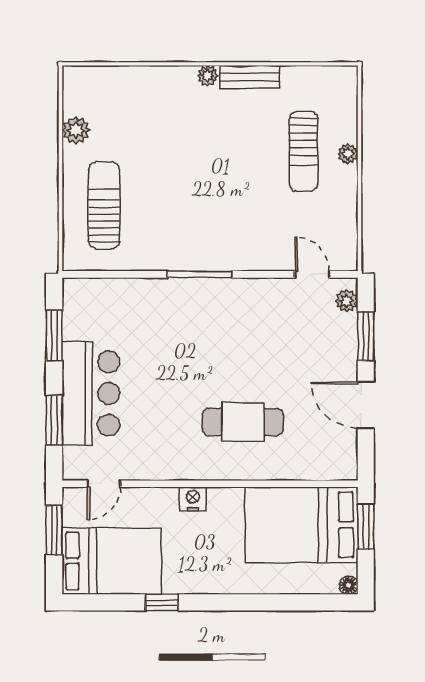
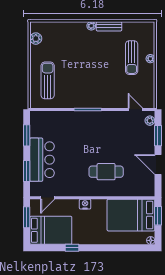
plant: (76, 130) -> (36, 39), moved

